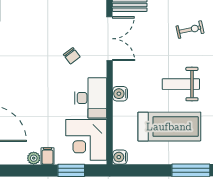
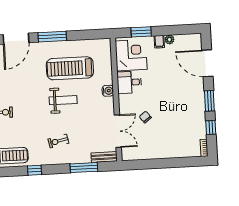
double door: (110, 39) -> (118, 131), swing flipped
desk: (91, 98) -> (129, 82), width x0.73
water cooler: (120, 157) -> (105, 44), removed

